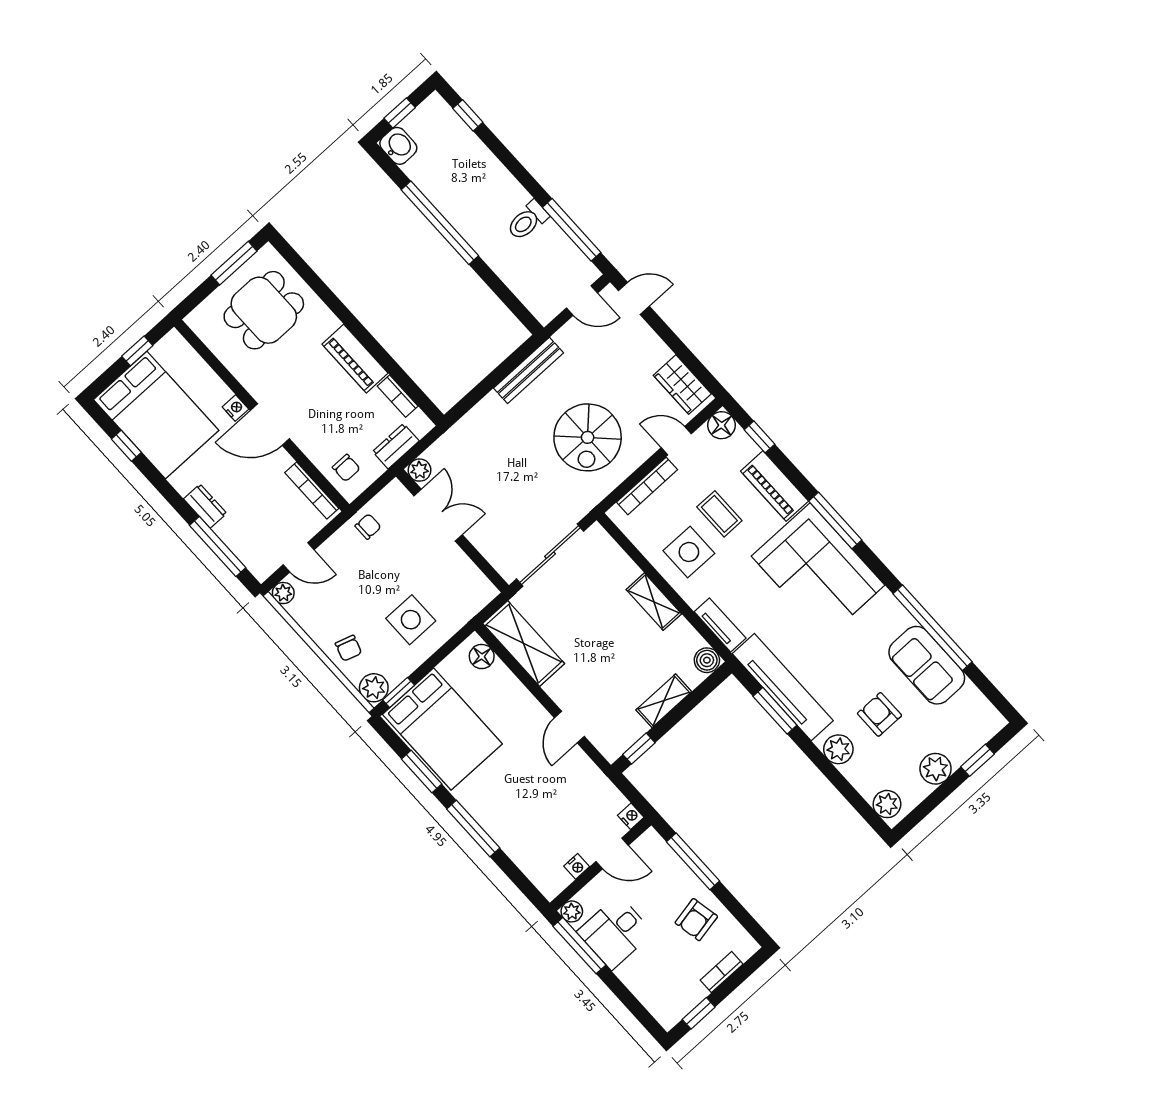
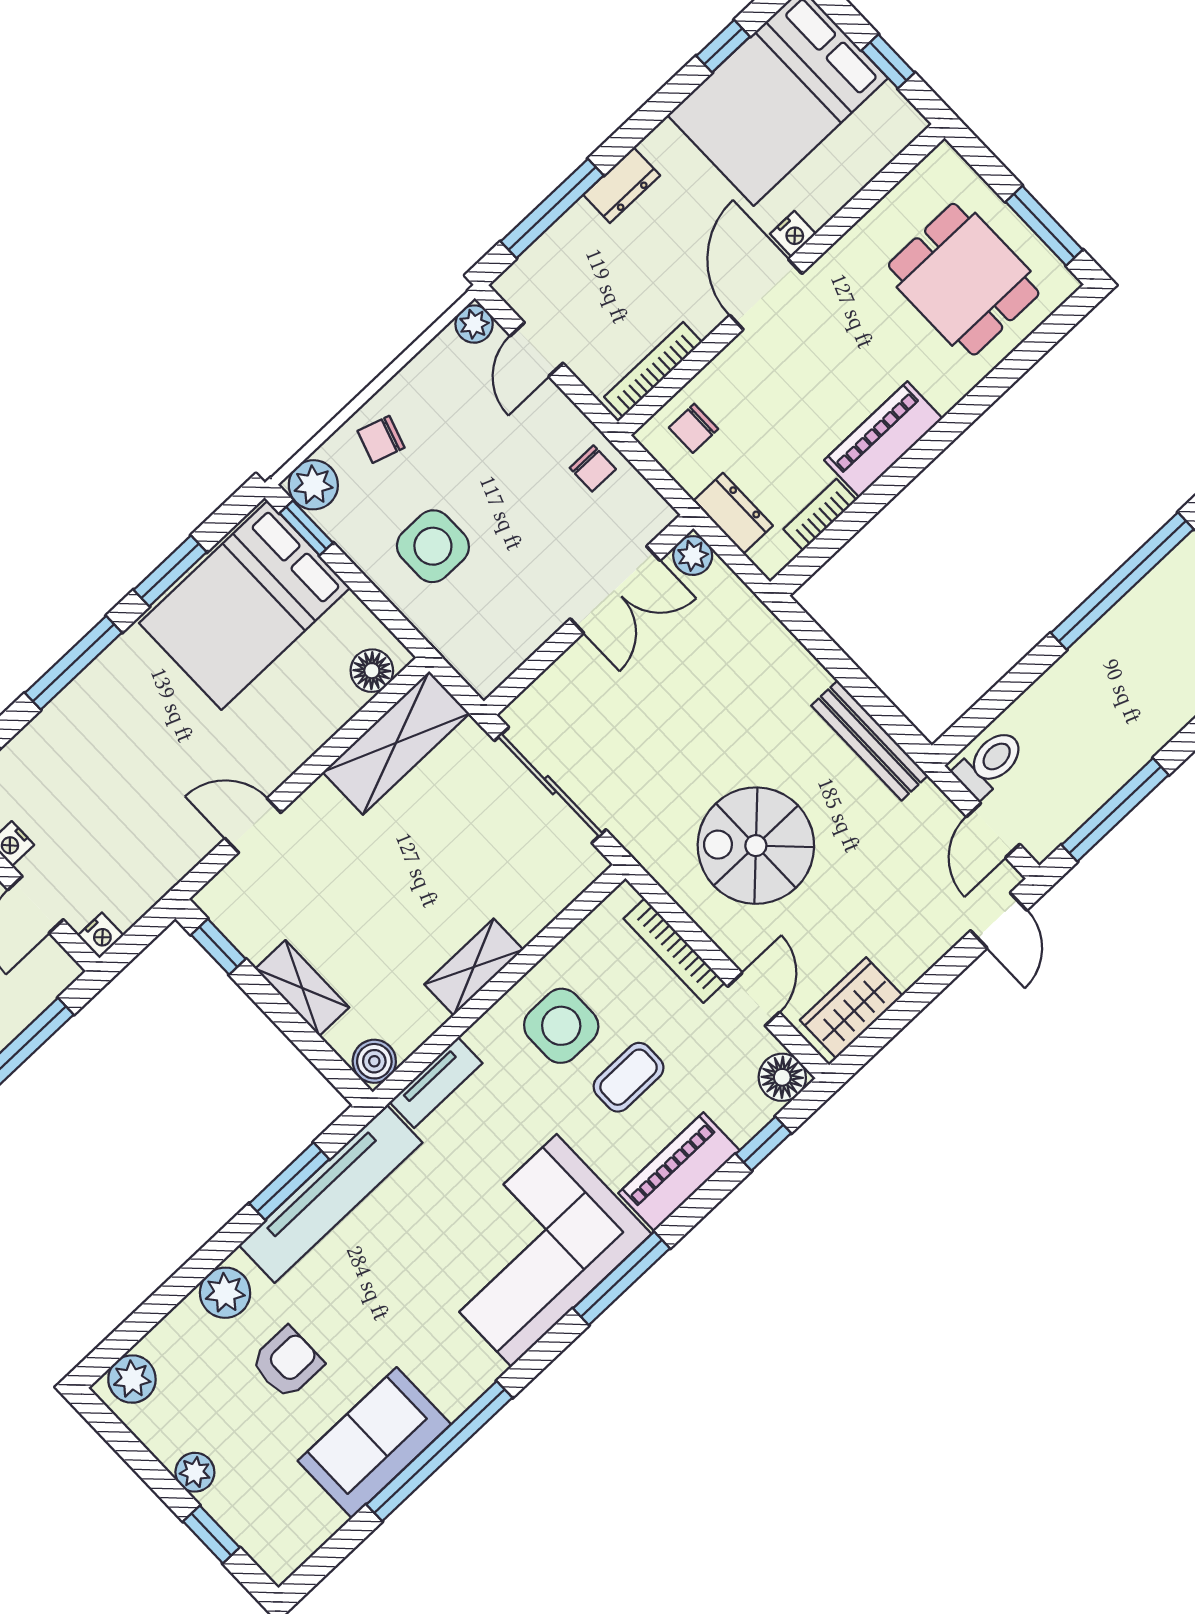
toilet: (527, 221) -> (990, 763), moved, turned 90
plant: (936, 769) -> (195, 1472), width x0.73, depth x0.73

